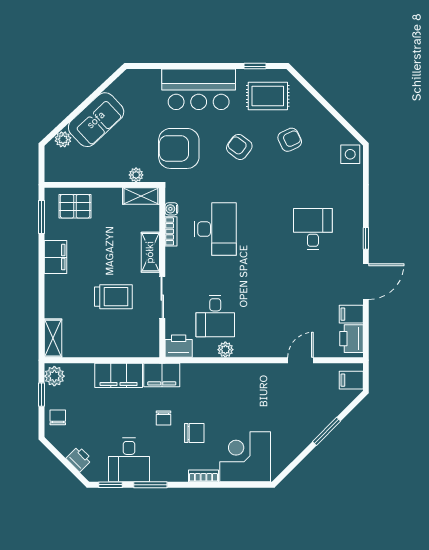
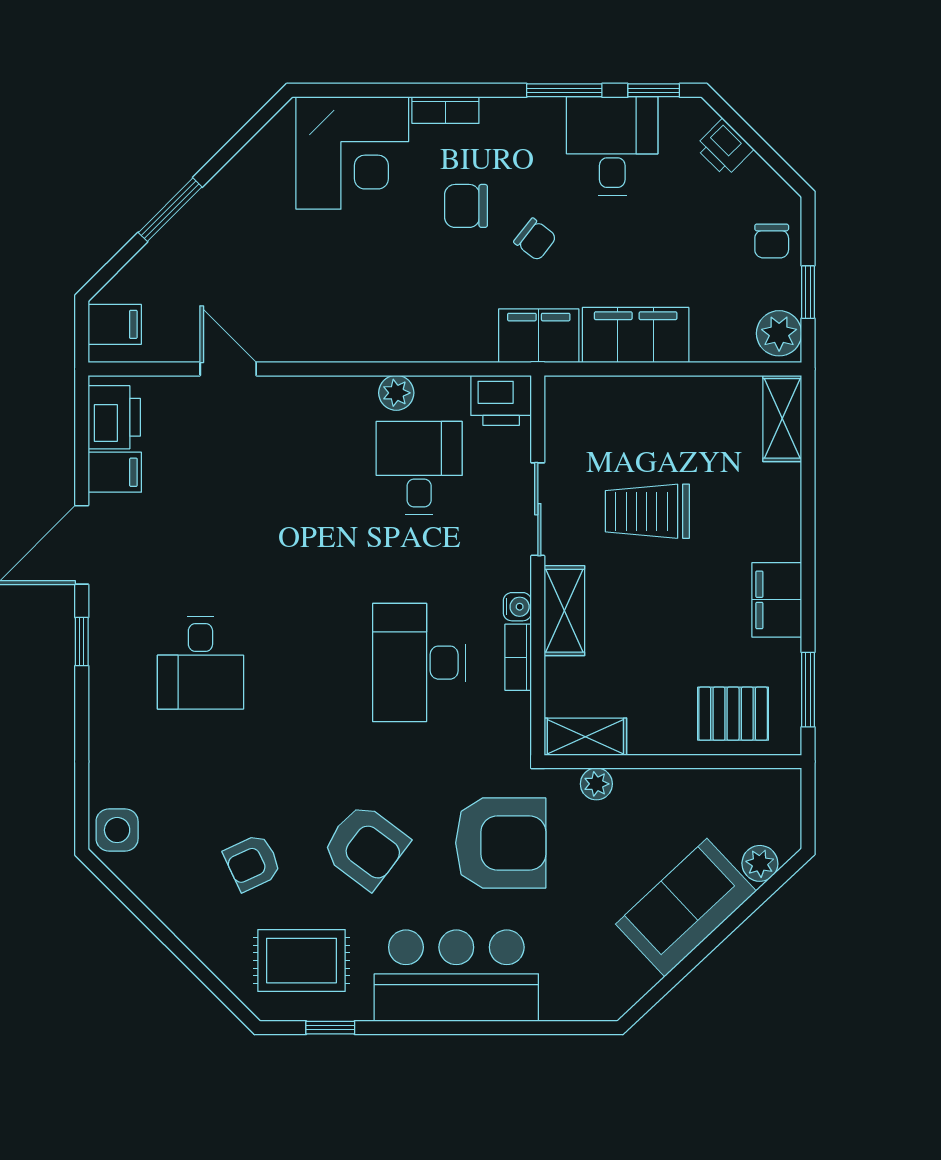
armchair: (239, 147) -> (365, 846), width x1.38, depth x1.38
water cooler: (171, 209) -> (517, 607), moved
door: (301, 360) -> (228, 369), swing flipped
chair: (163, 418) -> (535, 239), turned 128

